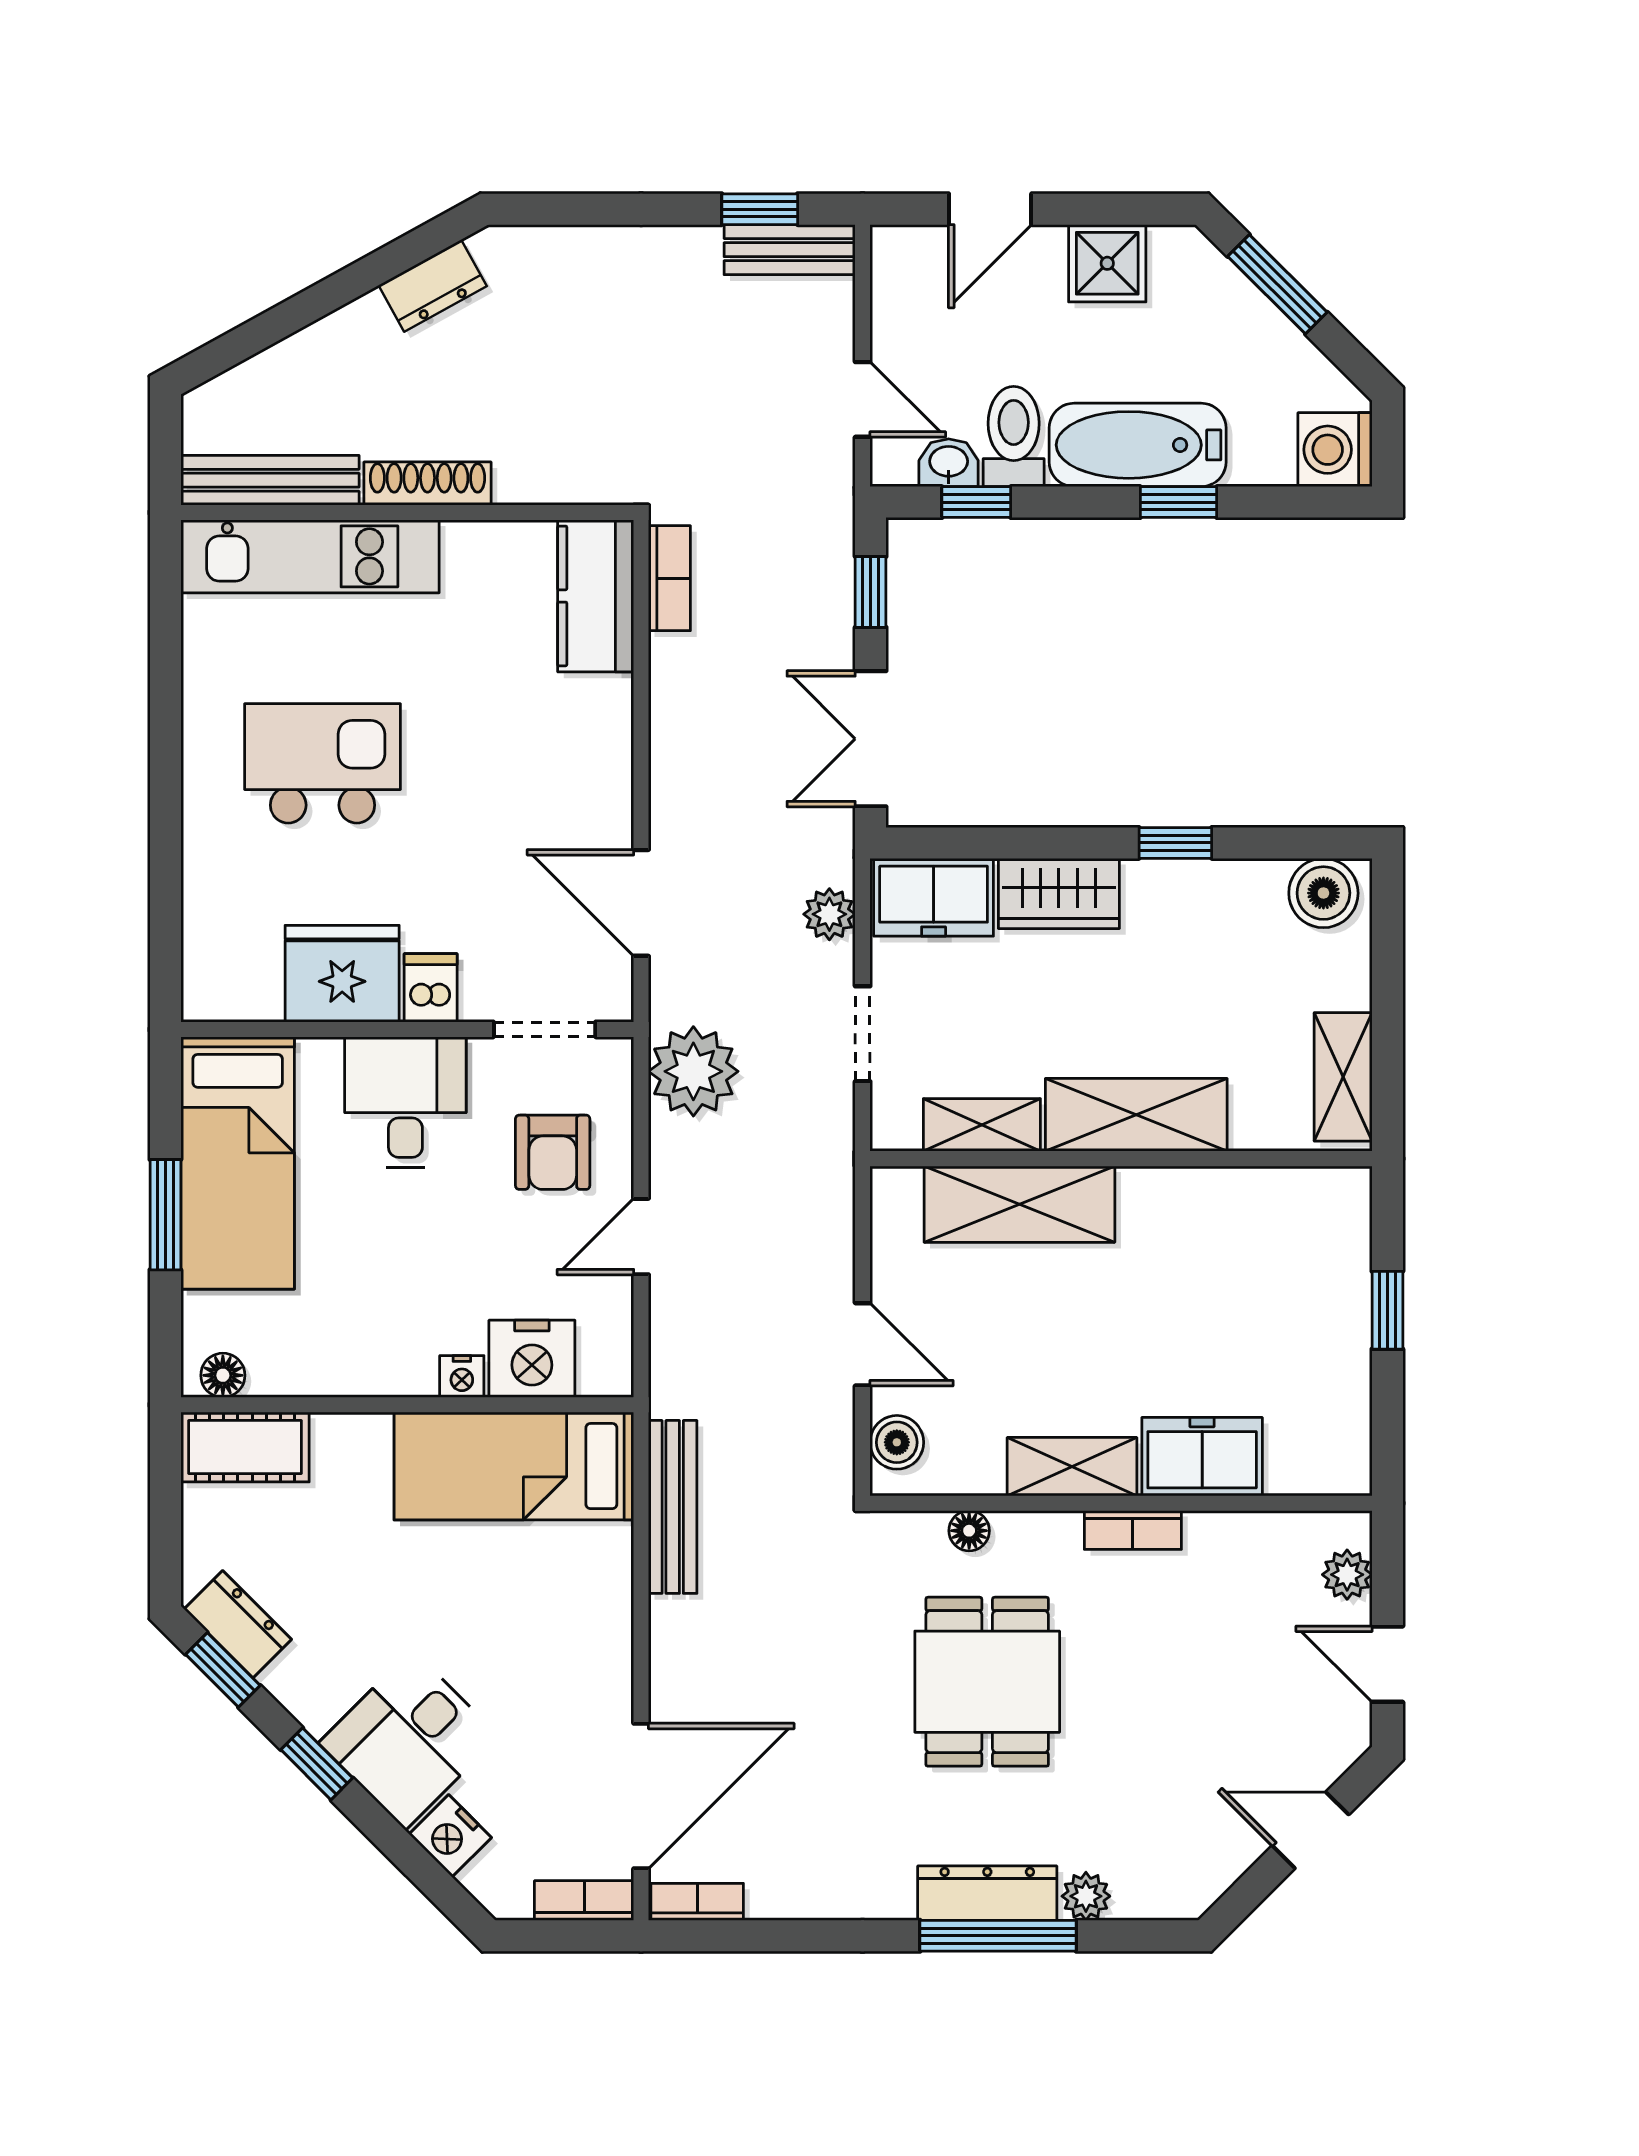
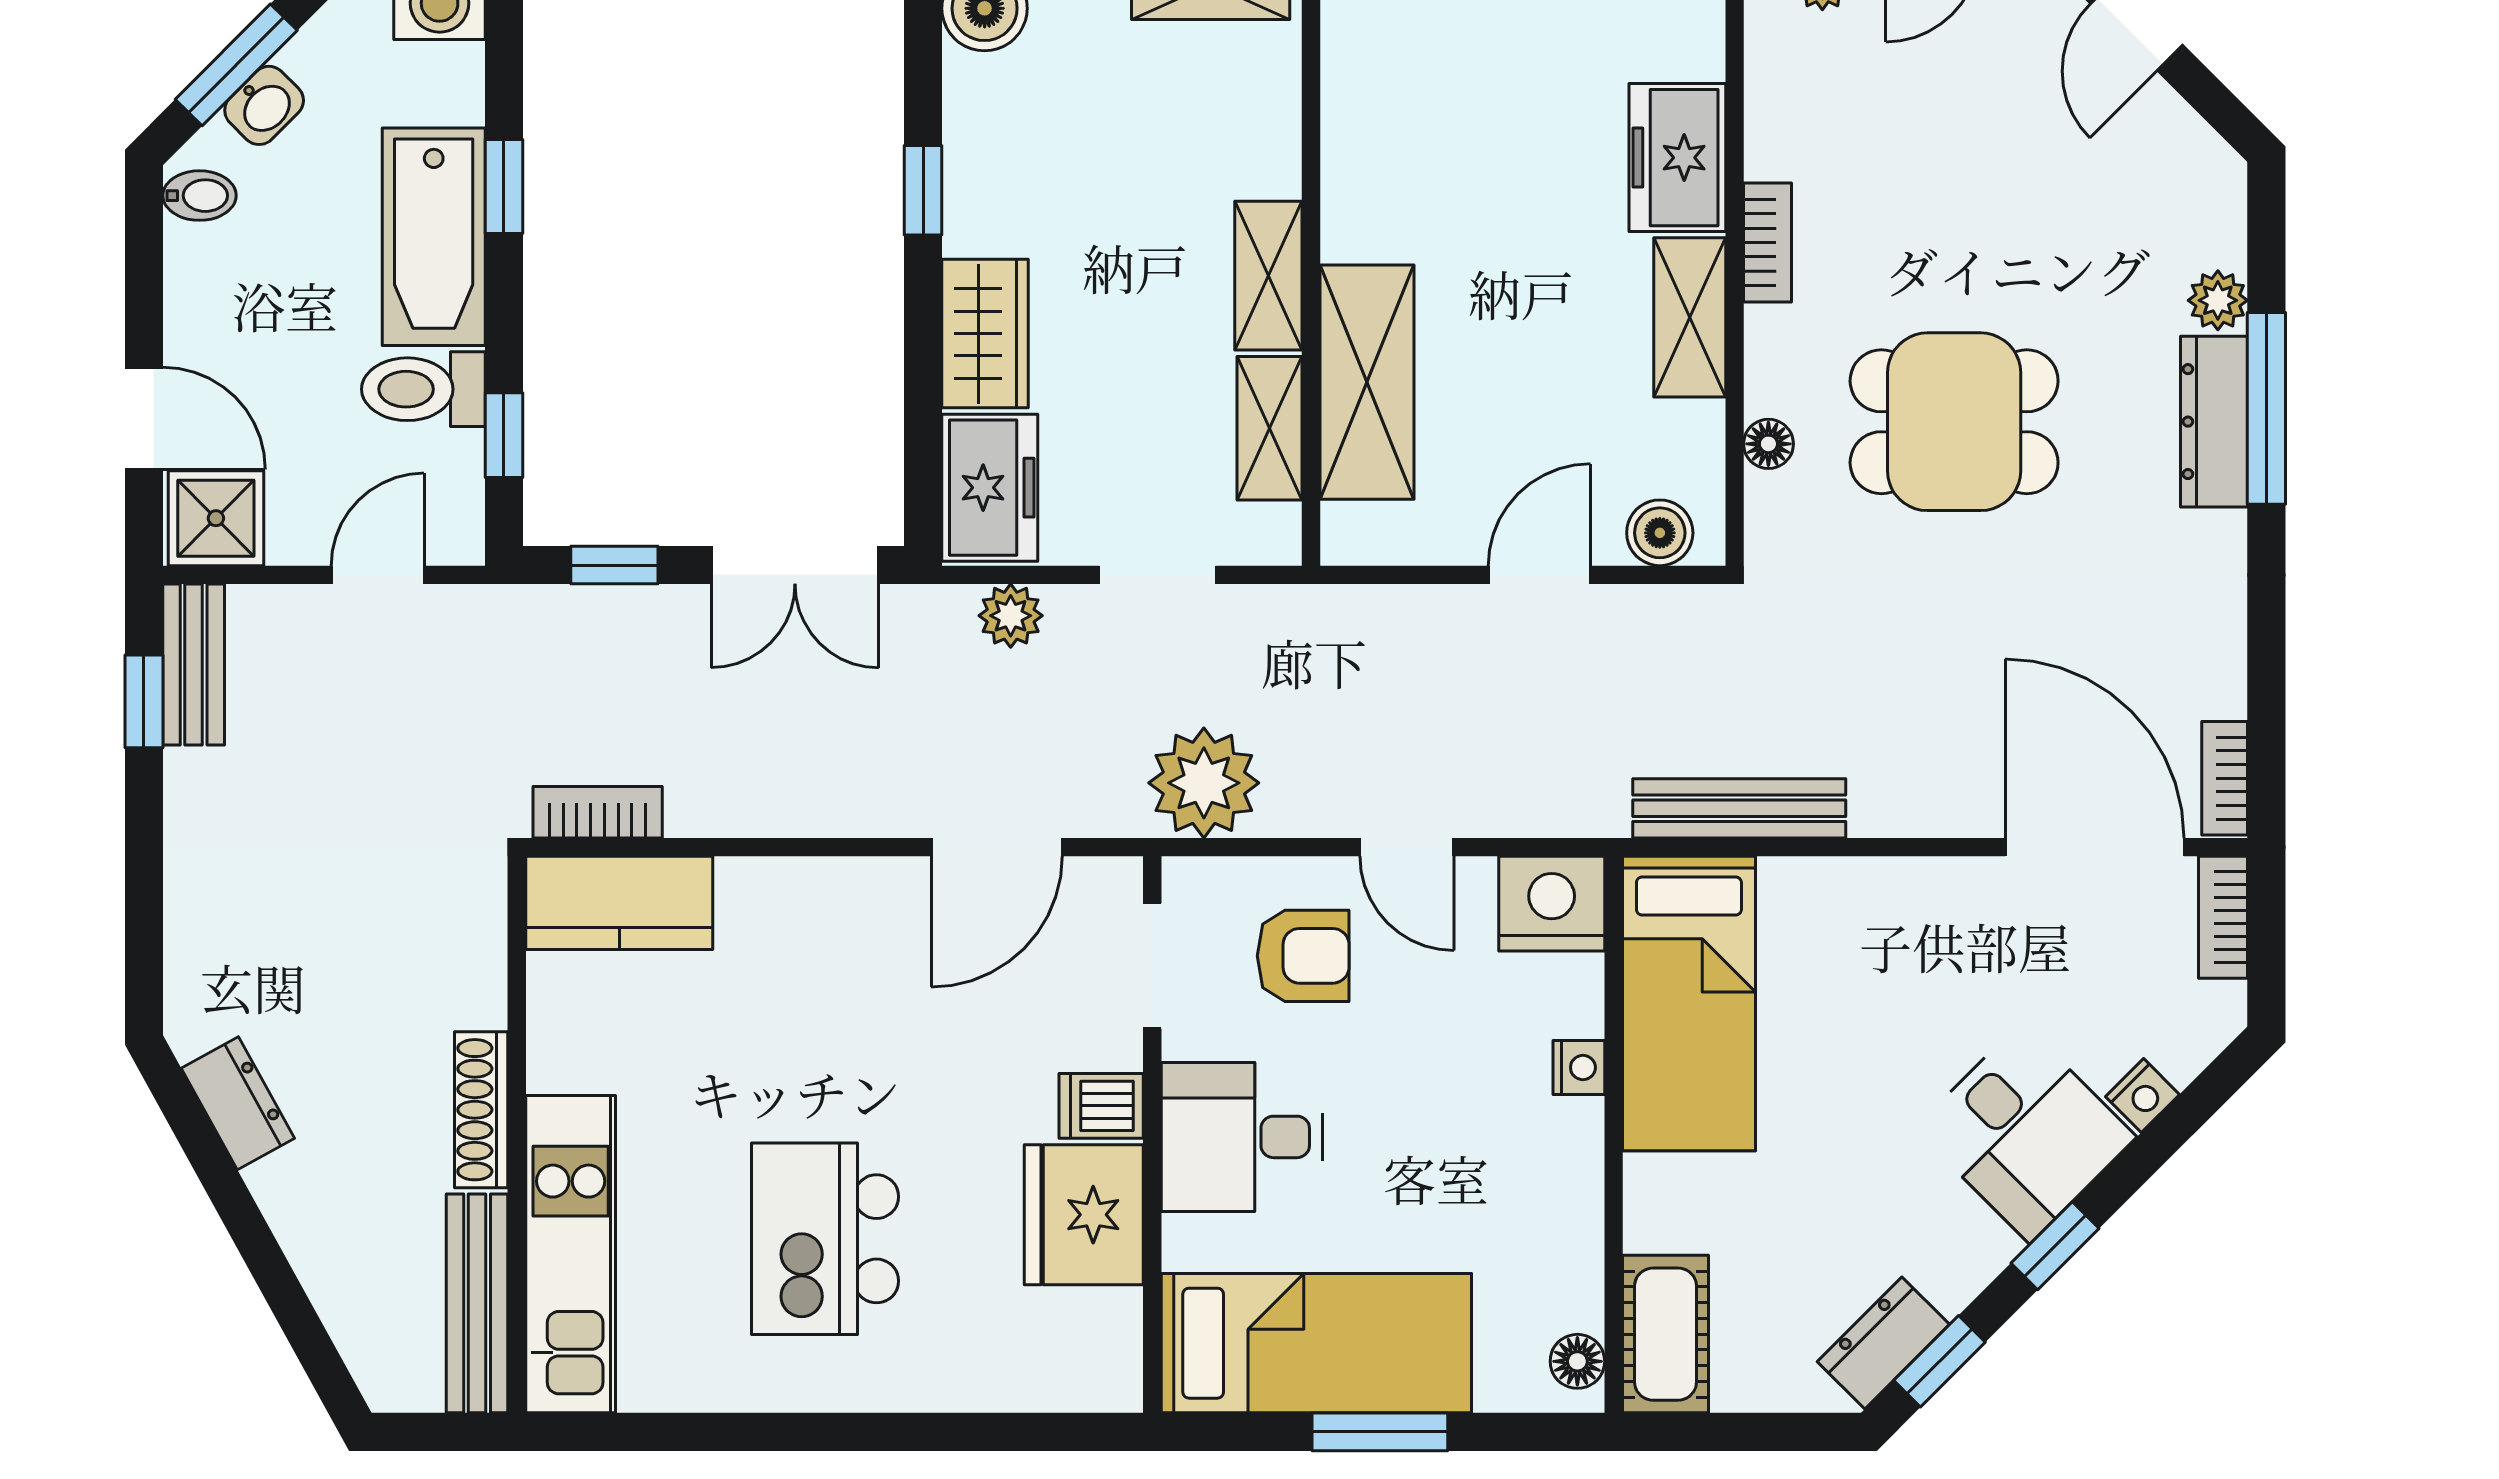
bidet: (1171, 254) -> (199, 196), added
shower: (1107, 263) -> (216, 518), moved
washbasin: (949, 463) -> (264, 105), moved, turned -135
shelving: (1136, 1115) -> (1268, 276), width x0.67, depth x0.75
nightstand: (532, 1359) -> (1552, 904), moved, turned -90
nightstand: (450, 1836) -> (2142, 1096), width x0.72, depth x0.74

